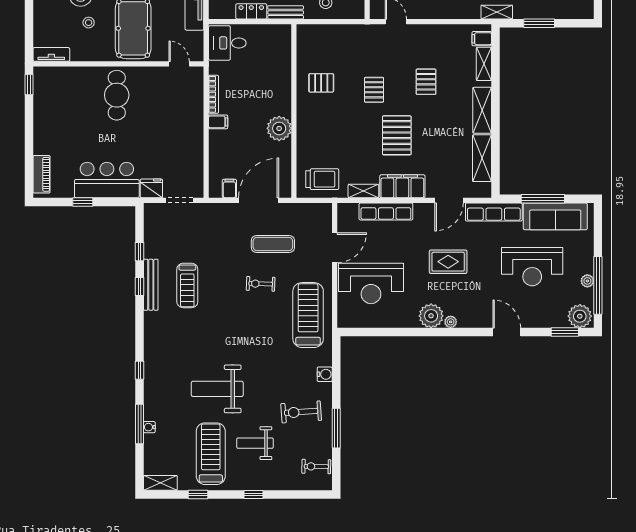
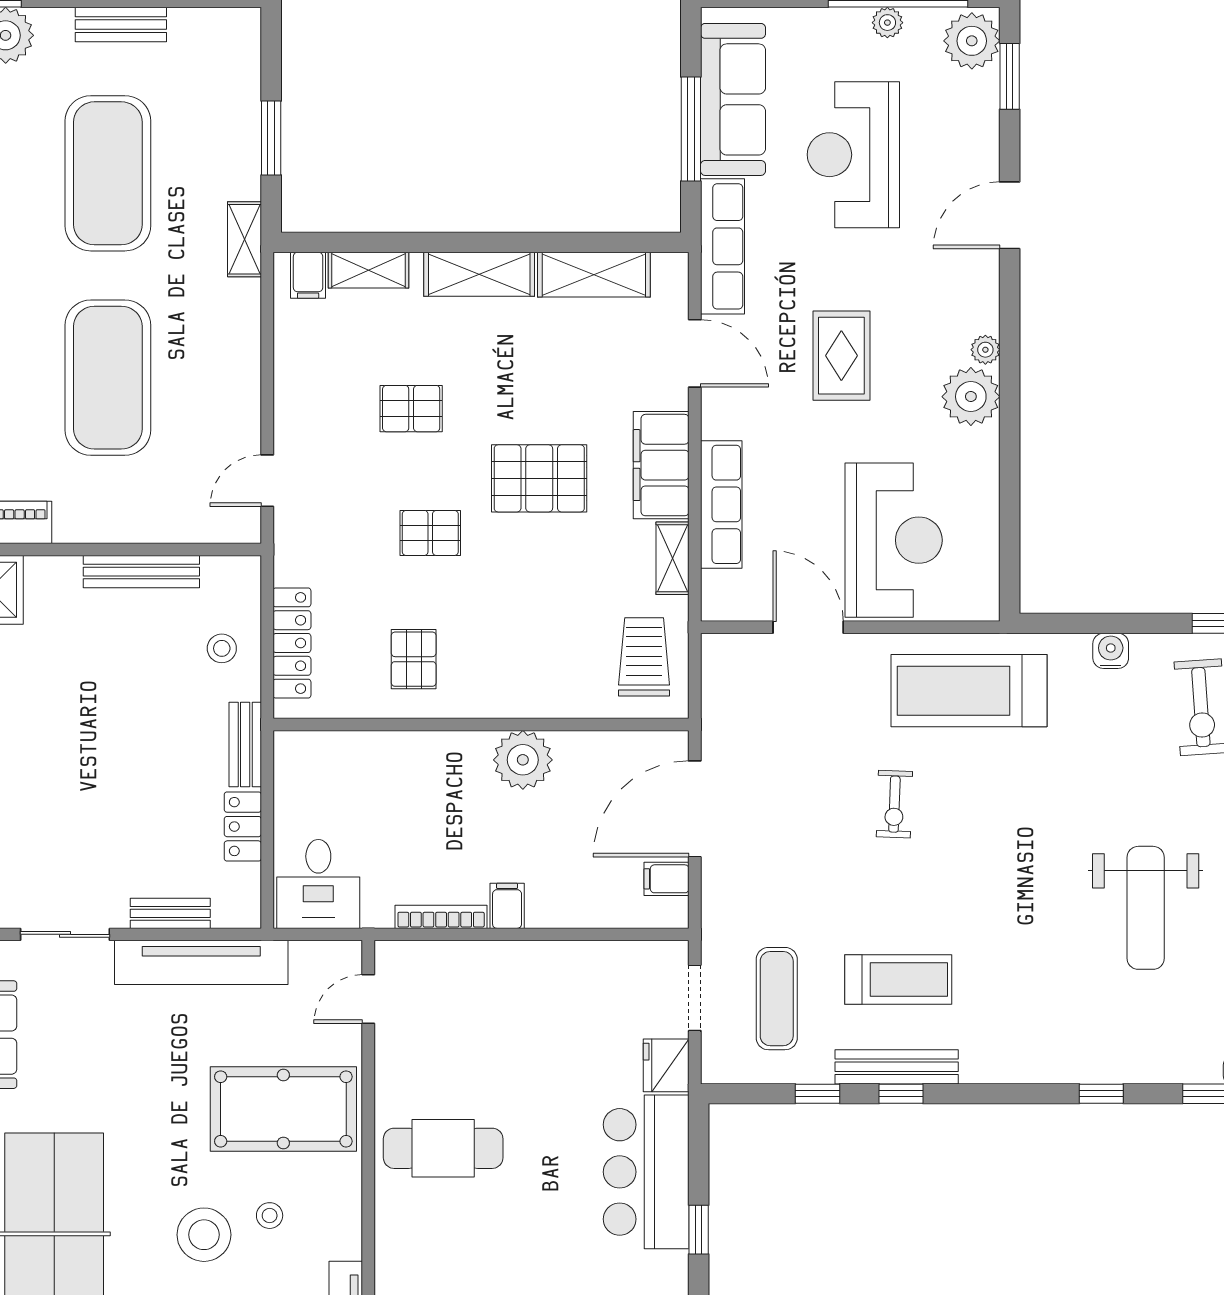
locker: (328, 32) -> (292, 643), added
door: (259, 200) -> (695, 809), hinge flipped
exercise mat: (273, 244) -> (777, 999), moved
reception desk: (532, 267) -> (853, 155), turned 180

